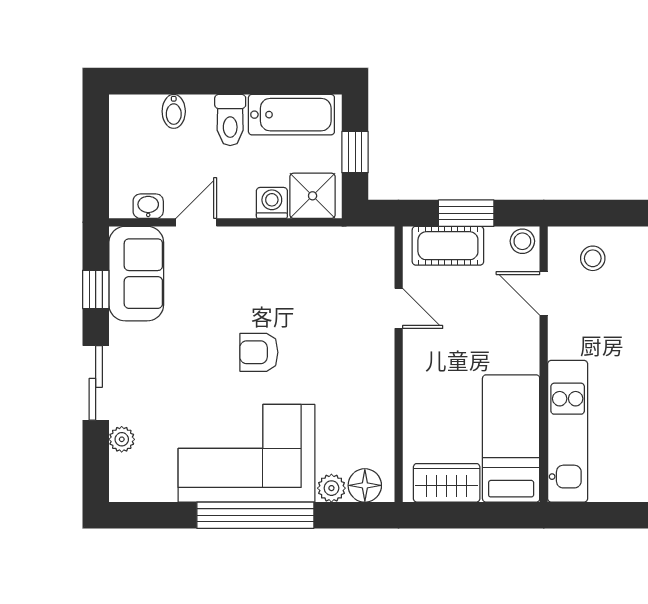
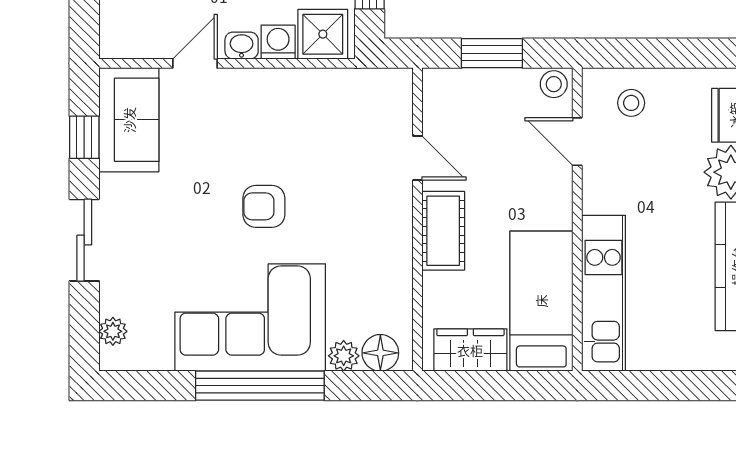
washbasin: (148, 206) -> (242, 46), moved
cot: (448, 246) -> (443, 231), moved, turned 90
plant: (122, 439) -> (113, 331), moved

